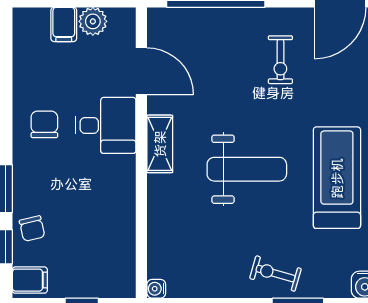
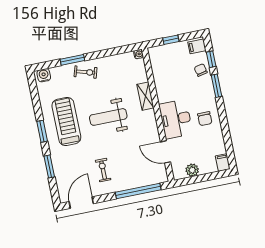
filing cabinet: (64, 24) -> (223, 162), moved
desk: (106, 125) -> (176, 119), width x1.37
shelving: (160, 144) -> (145, 96), moved
treadmill: (337, 178) -> (66, 121), turned 180

